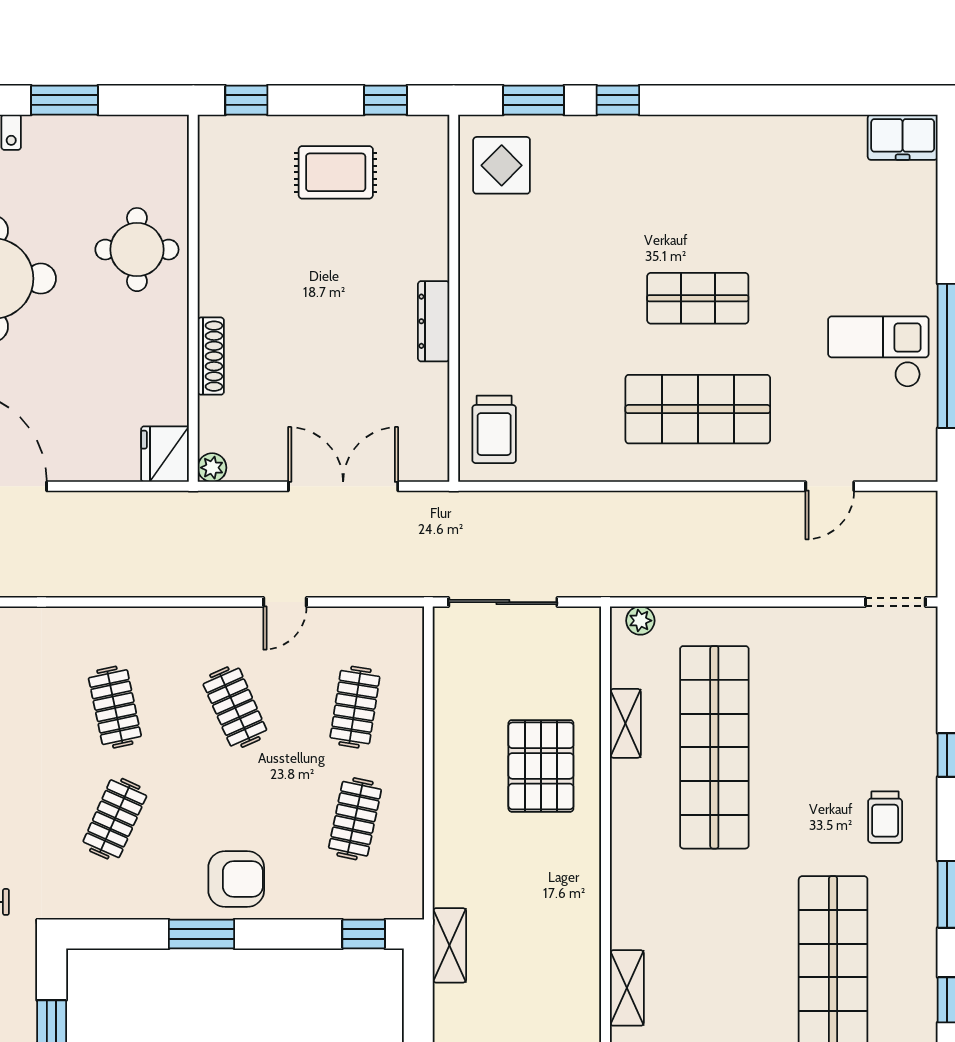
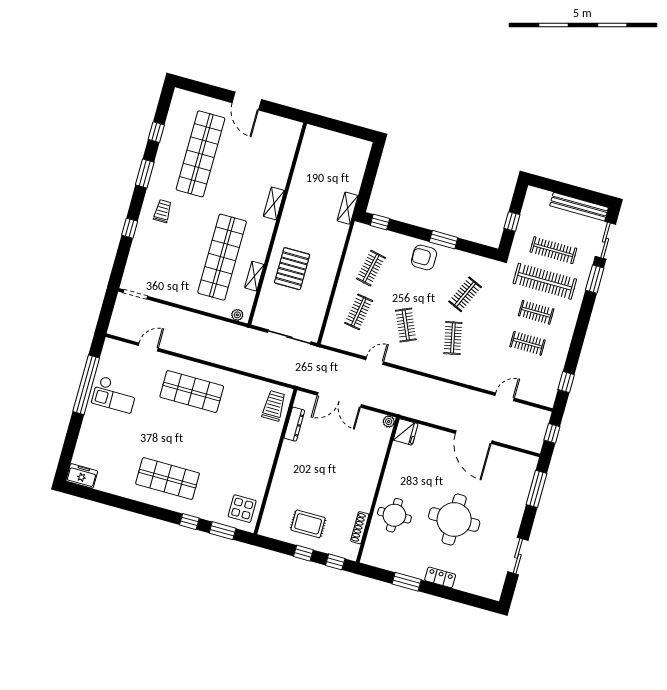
window: (386, 100) -> (303, 553), moved
shop shelf: (698, 298) -> (168, 479), moved, width x1.43, depth x1.36
dresser: (434, 321) -> (294, 424), moved
shoe rack: (211, 356) -> (360, 528), moved
shelving: (627, 988) -> (274, 203), moved

